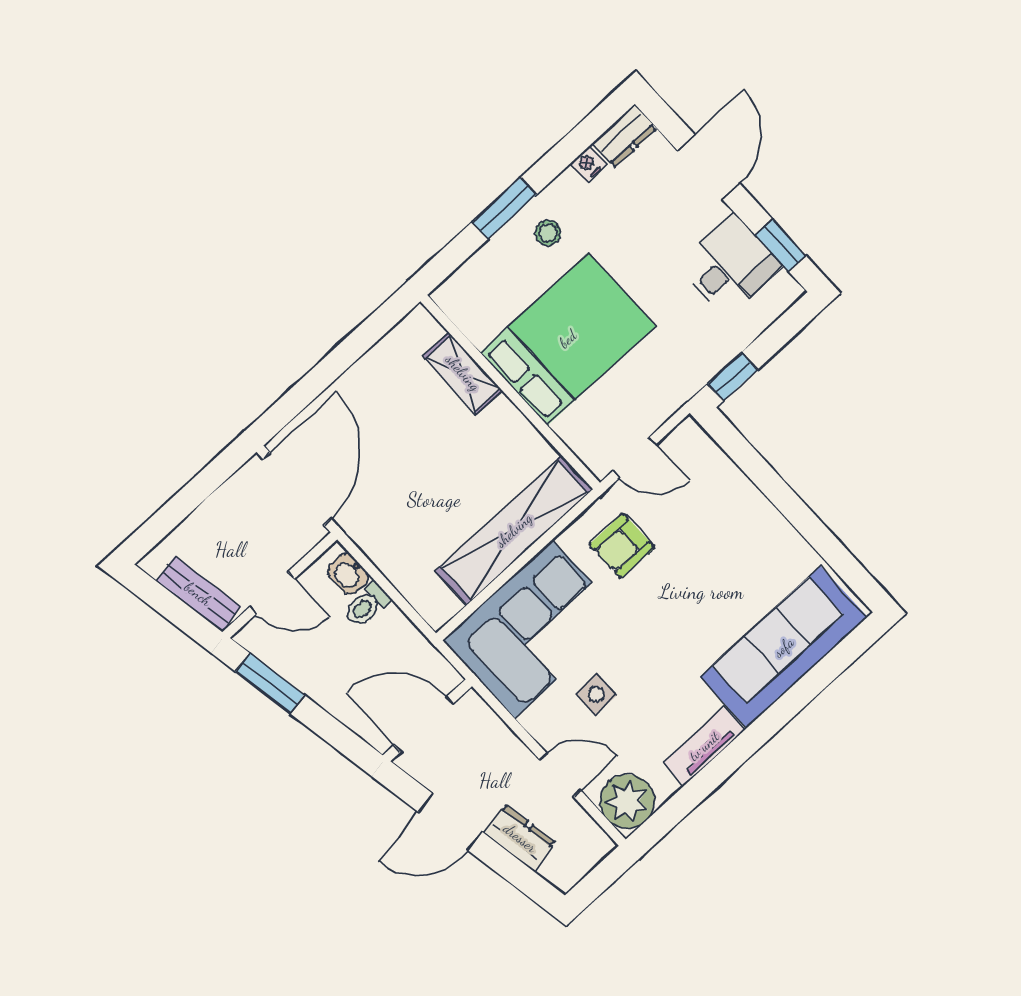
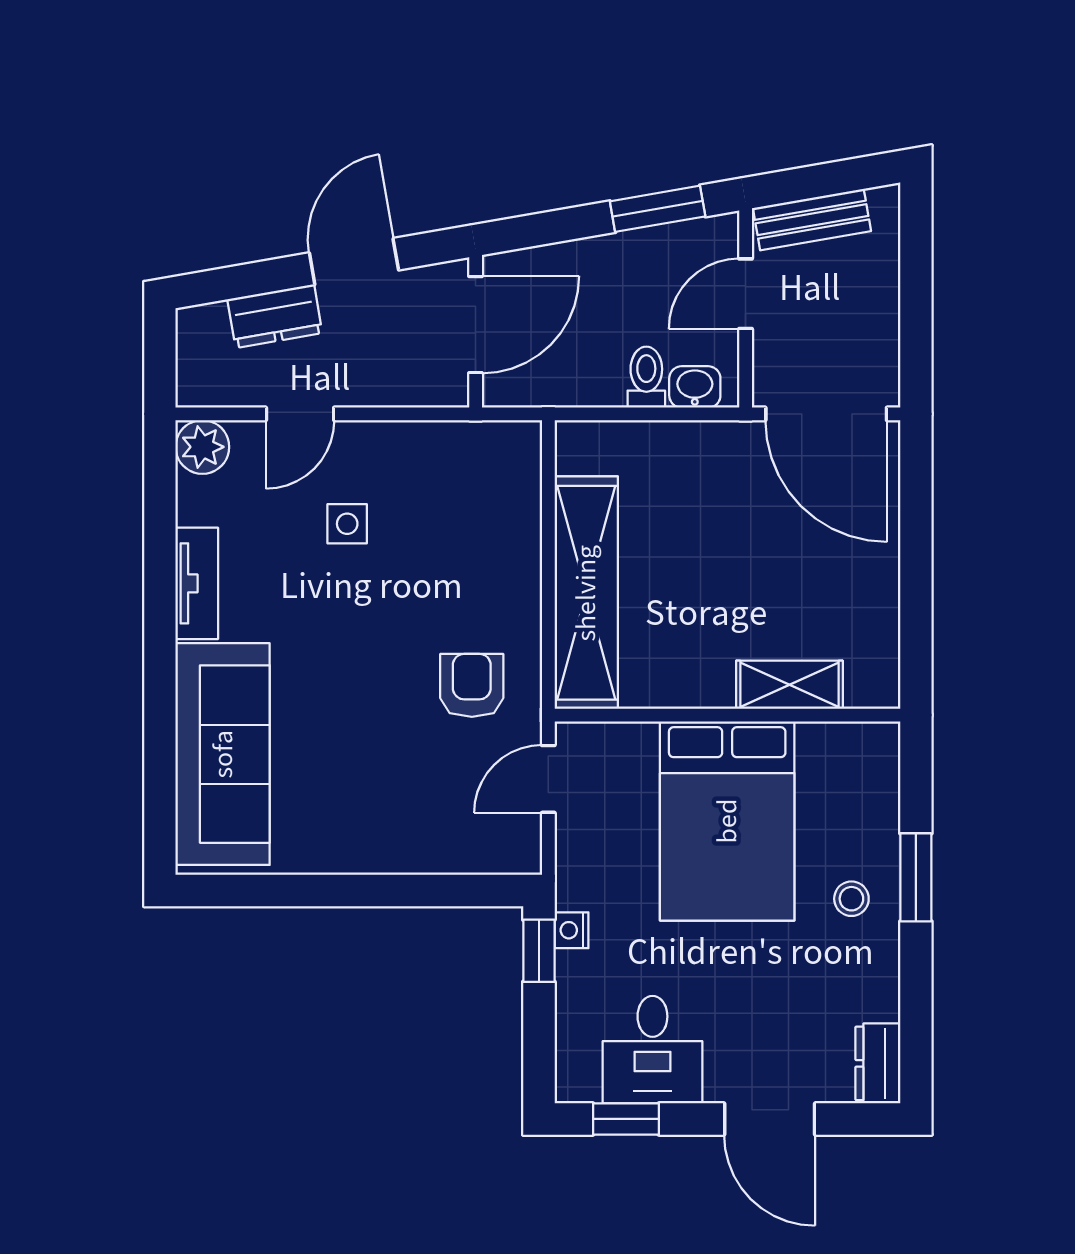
nightstand: (588, 164) -> (571, 930), moved, turned 180
corner sofa: (533, 629) -> (470, 521), removed
plant: (627, 801) -> (202, 447), width x0.73, depth x0.73

